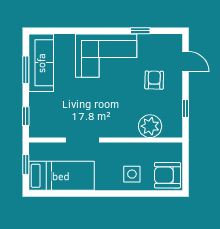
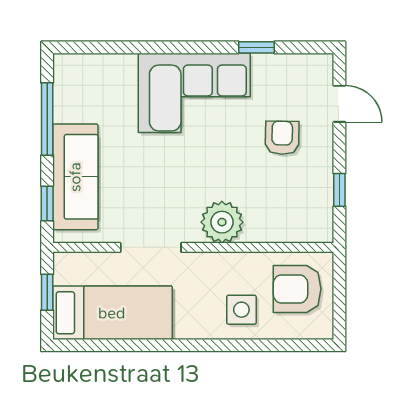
sofa: (41, 63) -> (75, 177), moved
window: (26, 70) -> (47, 119), width x1.44
plant: (150, 126) -> (222, 222), moved
armchair: (167, 175) -> (297, 289), moved

